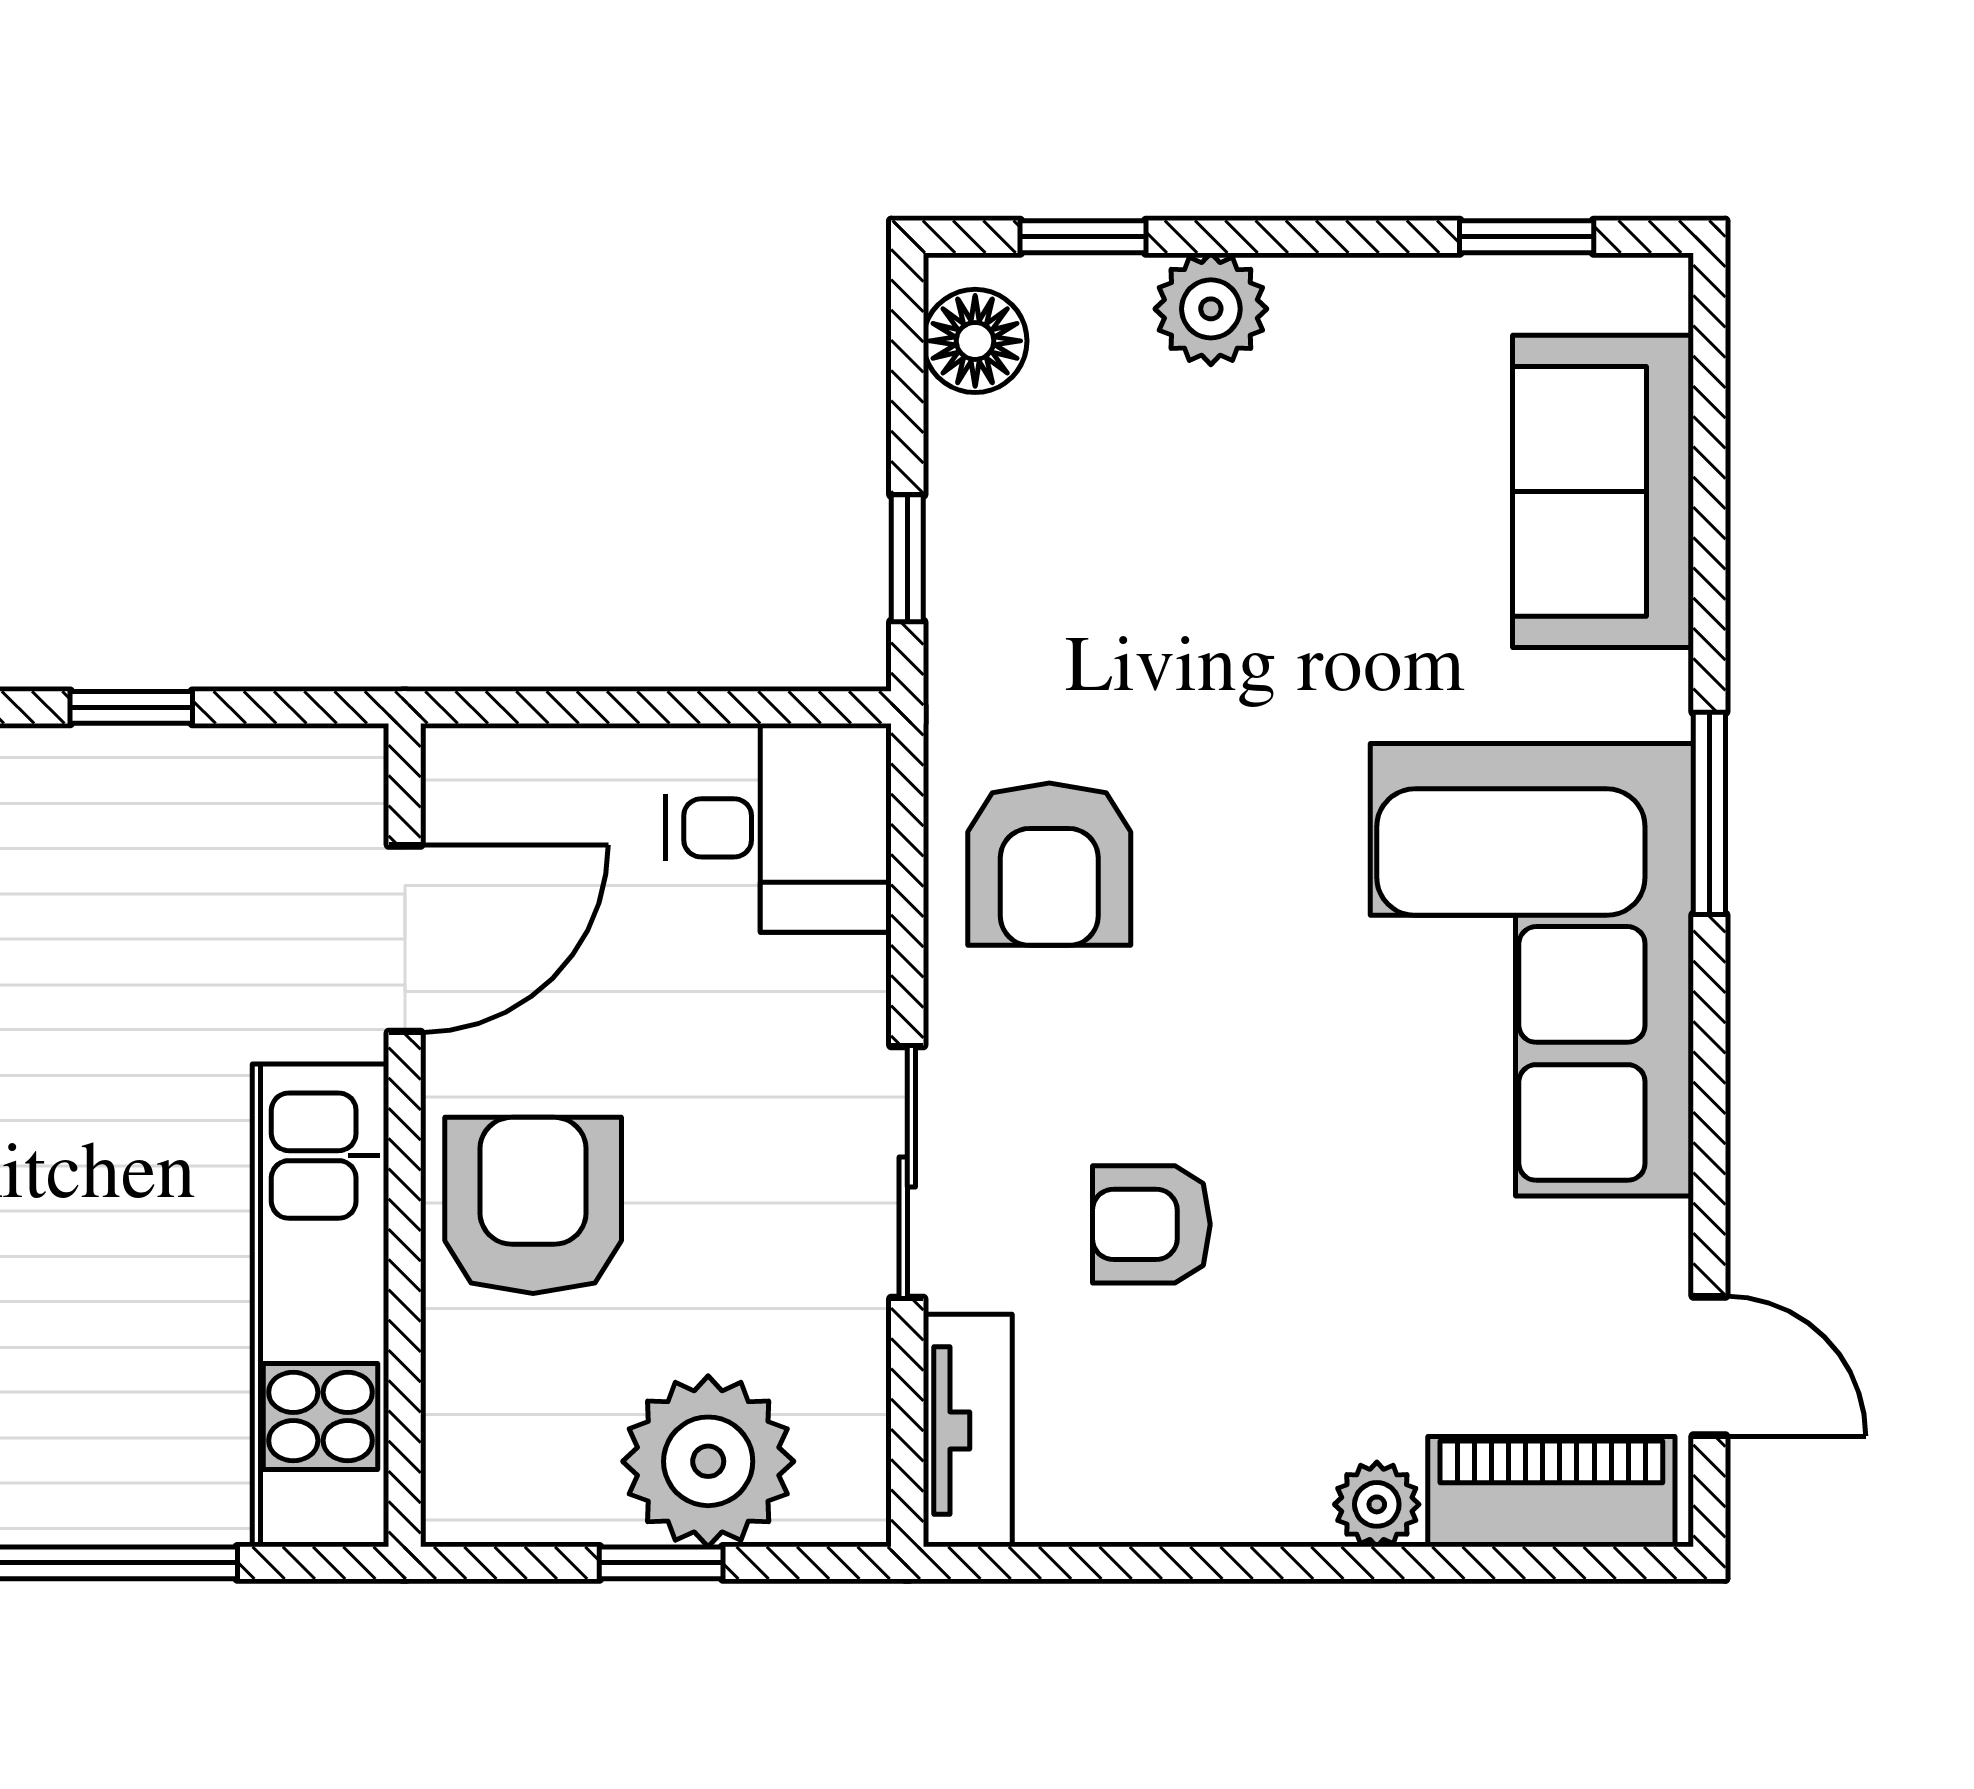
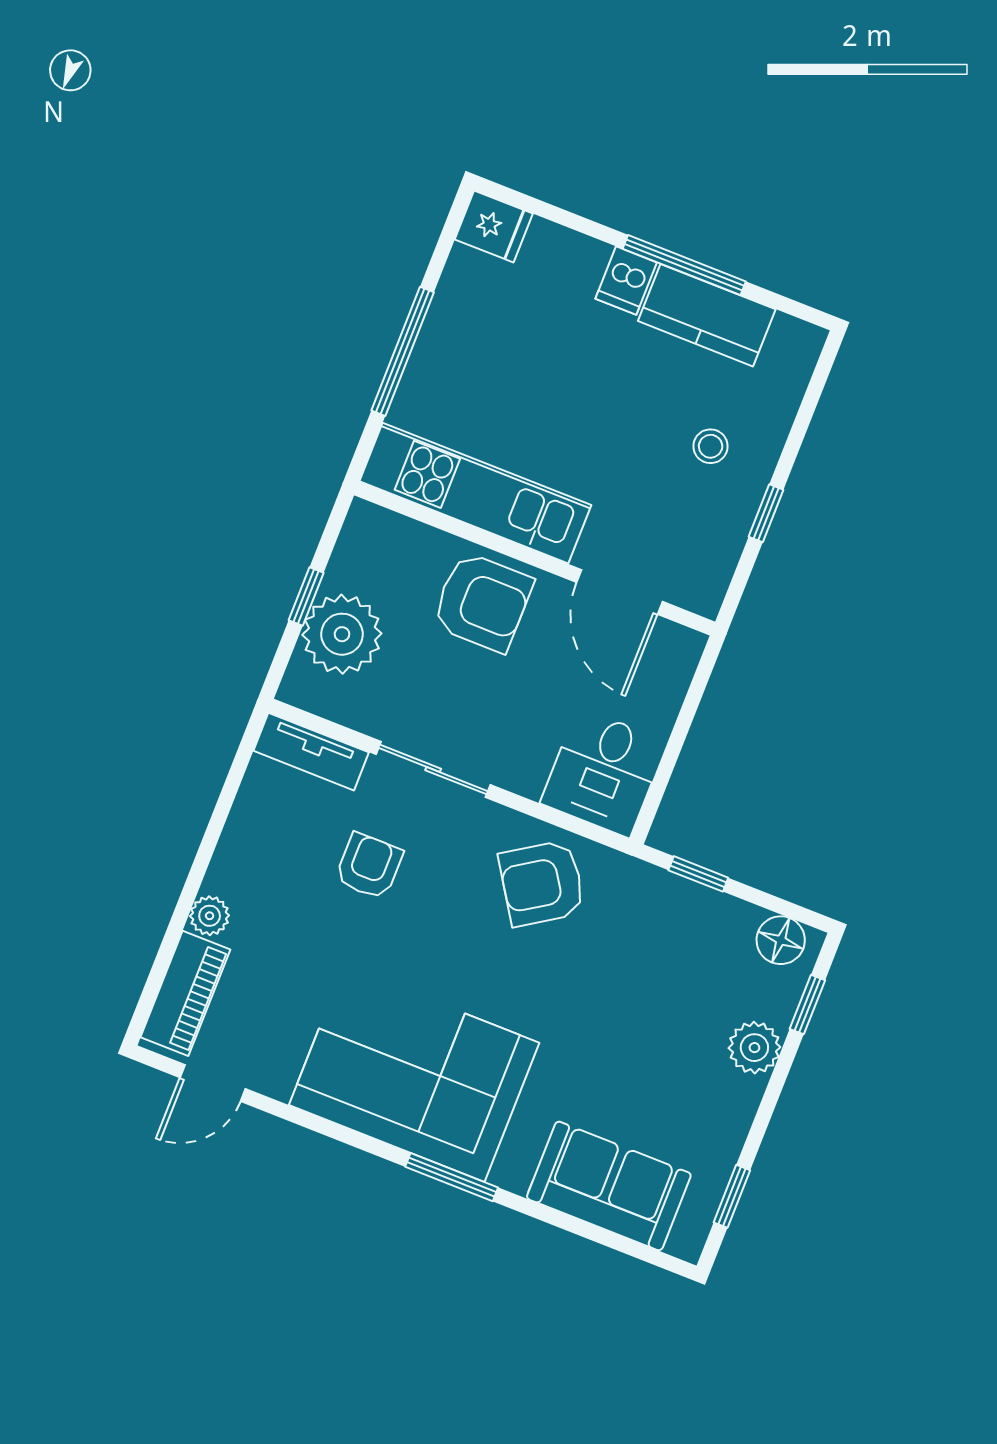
armchair: (1049, 864) -> (542, 883), turned -33
stool: (41, 871) -> (711, 446), added

